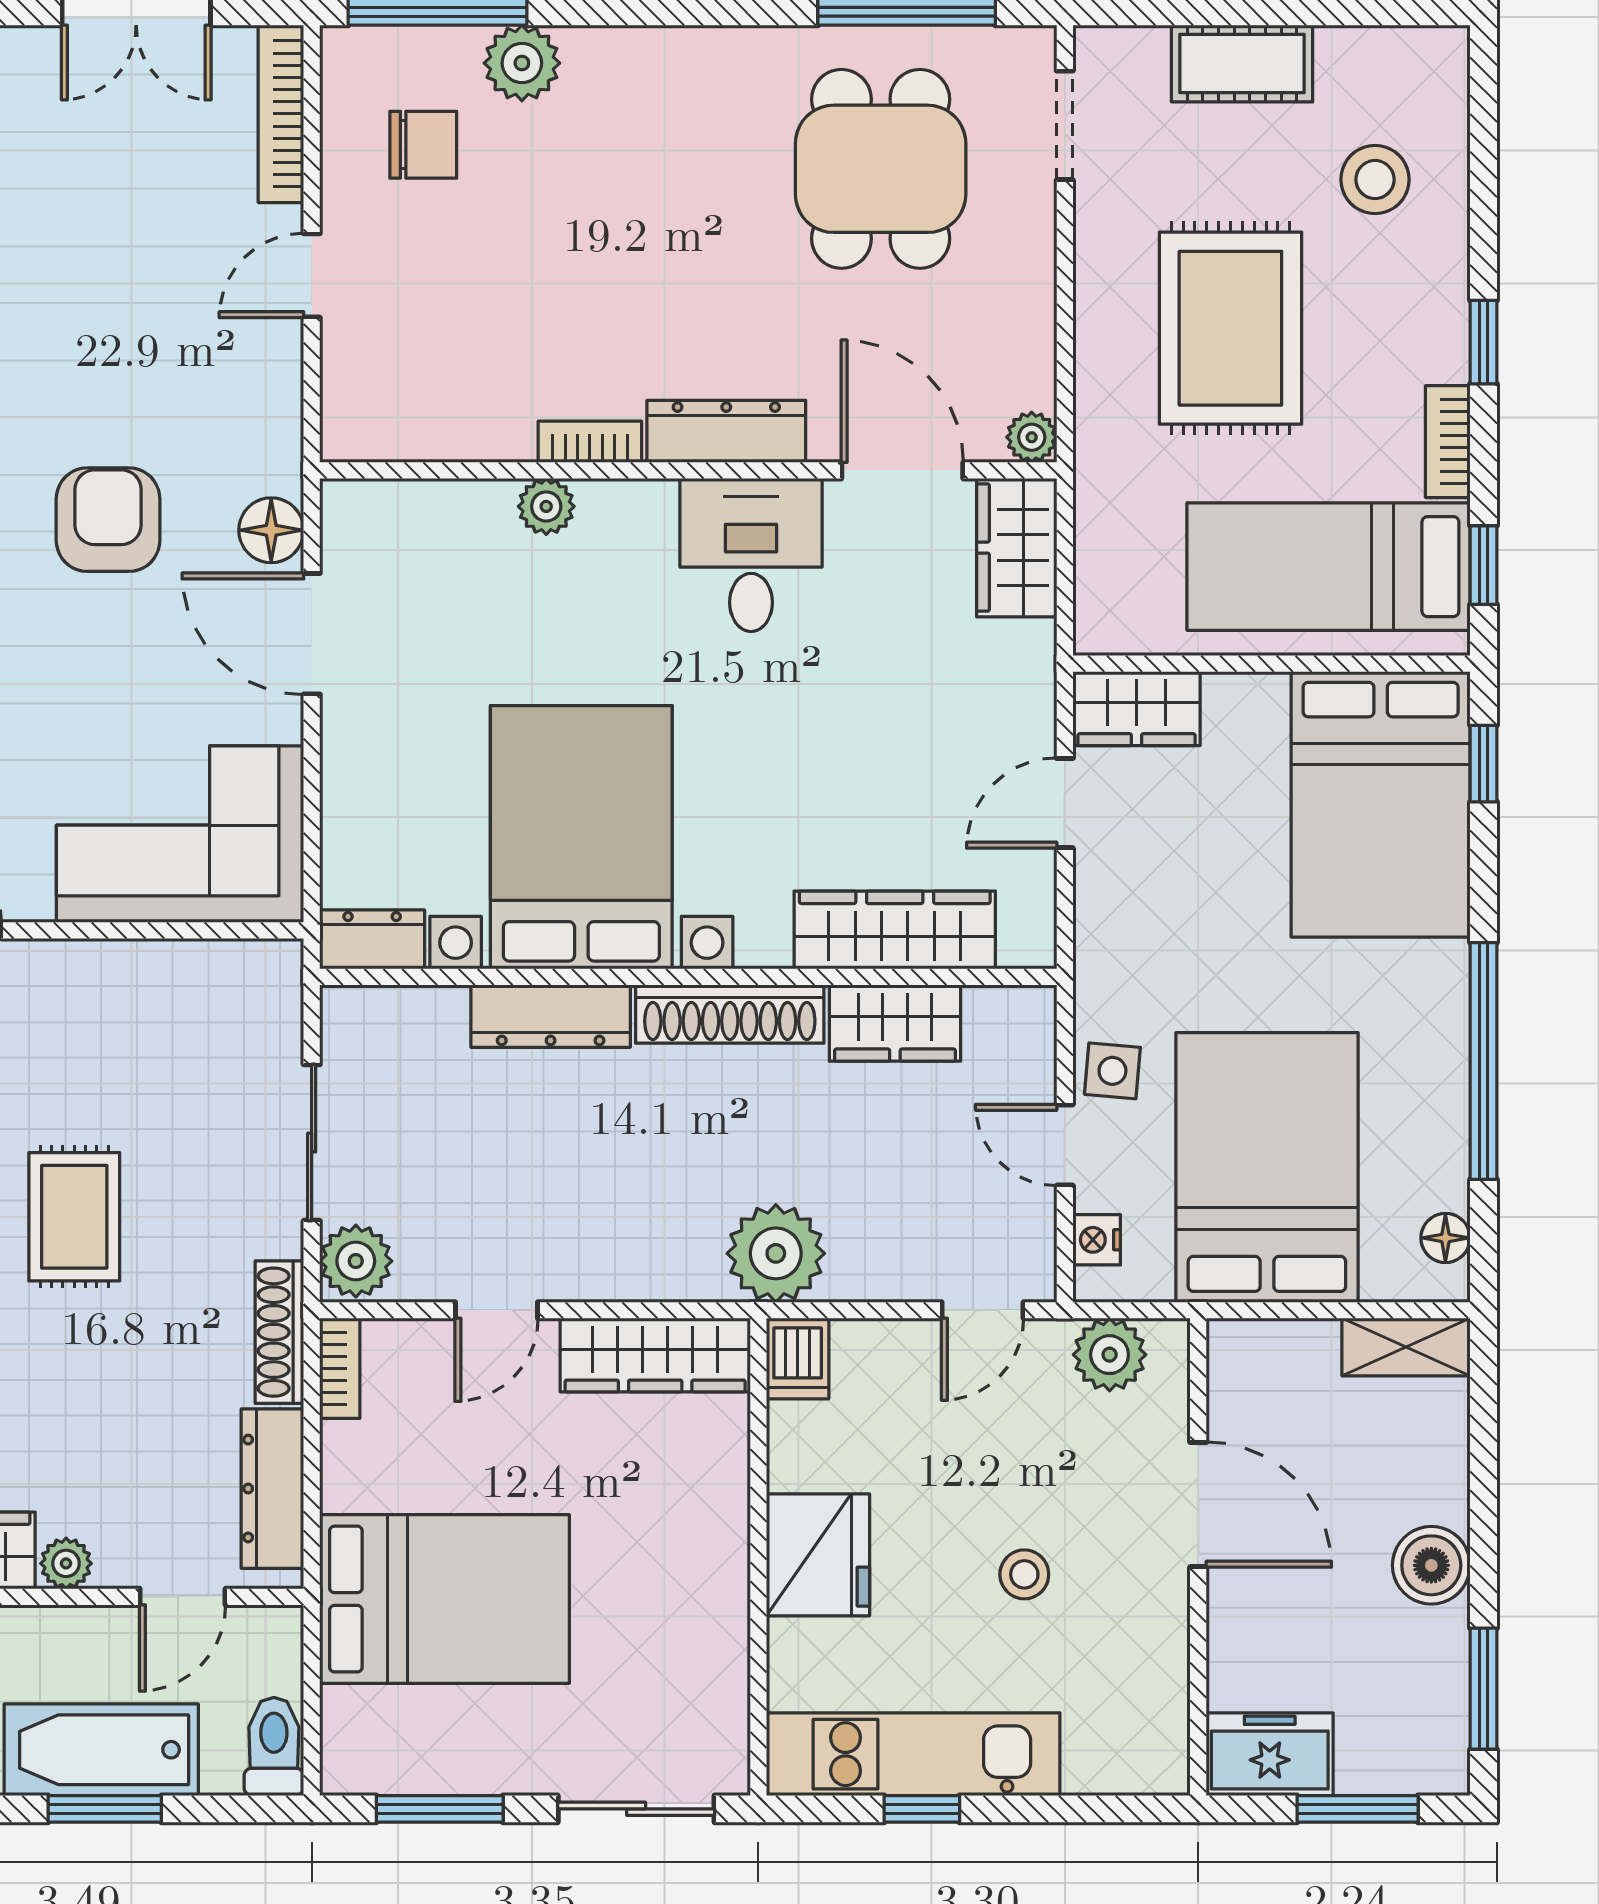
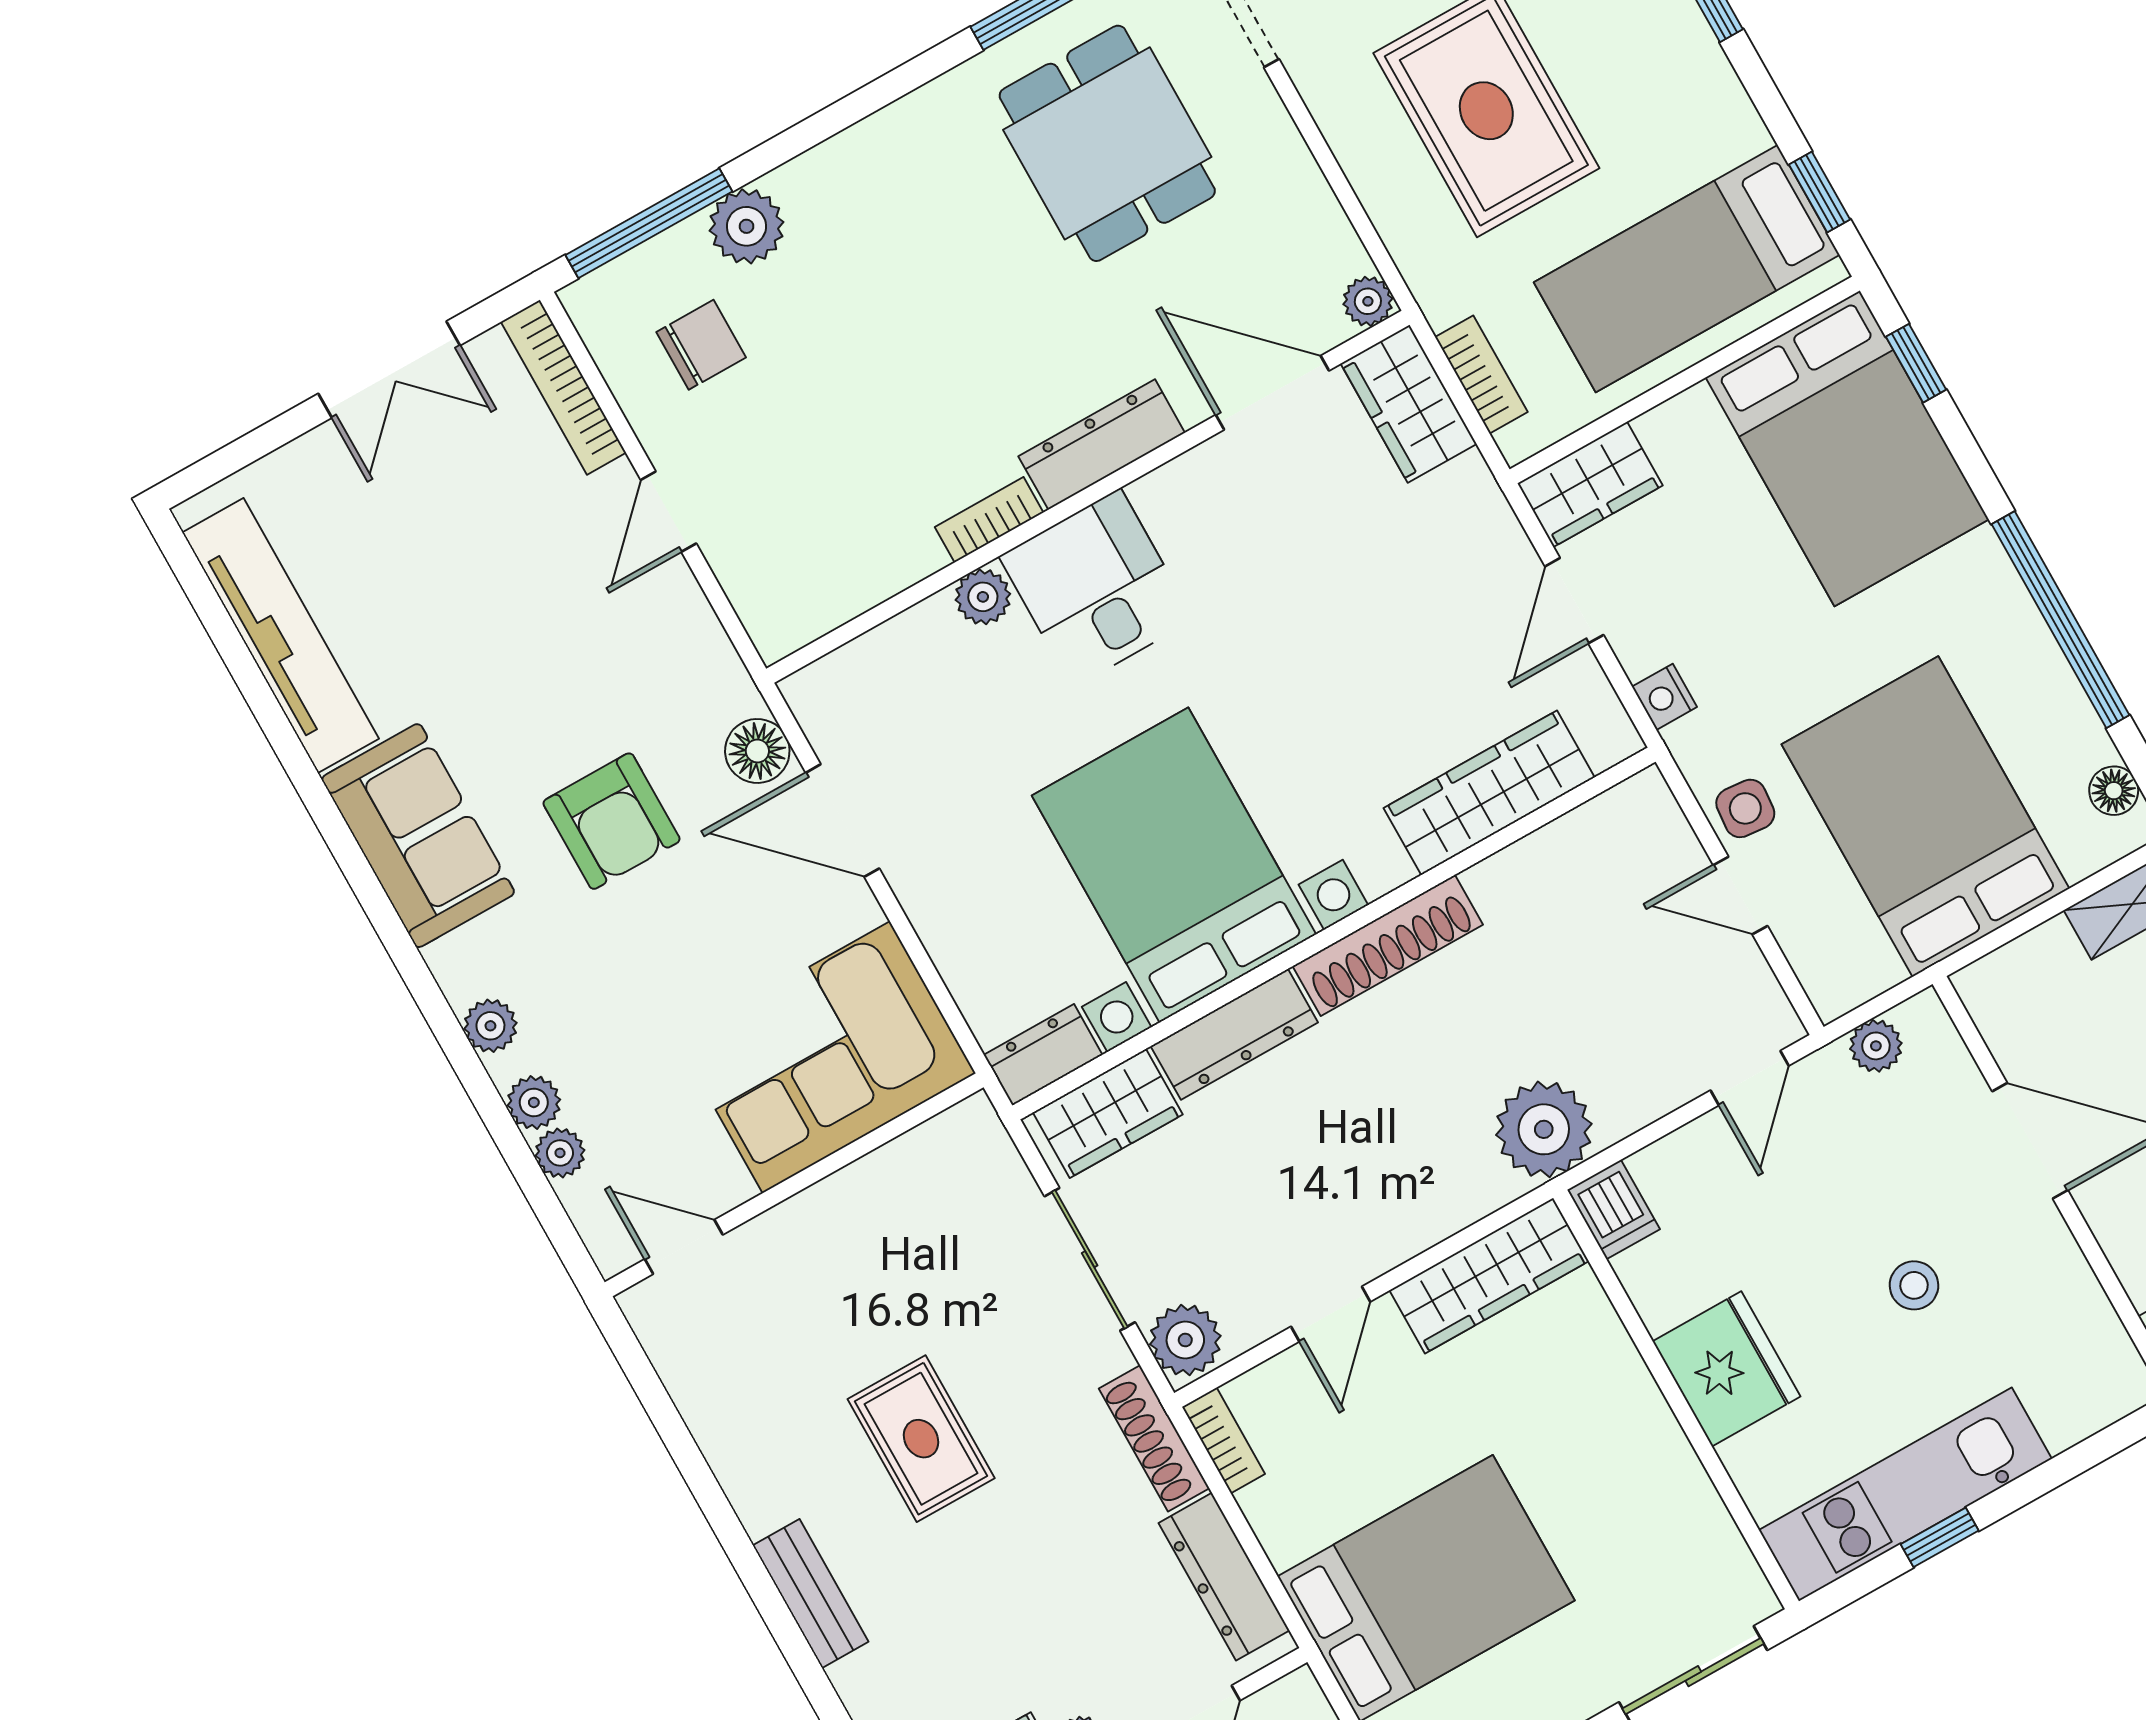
bookcase: (1448, 442) -> (1481, 375), moved, turned 180
armchair: (108, 520) -> (612, 821), turned 180
desk: (751, 555) -> (1096, 588), moved
wardrobe: (895, 1023) -> (1108, 1113), moved
nightstand: (1097, 1240) -> (1664, 697), moved
plant: (1110, 1355) -> (1876, 1046), width x0.73, depth x0.73

